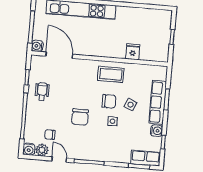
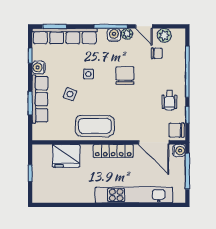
locker: (96, 51) -> (113, 151), added
fridge: (133, 52) -> (66, 156), width x1.88, depth x1.34
coffee table: (111, 74) -> (95, 126), width x1.36, depth x1.32
chair: (109, 101) -> (177, 130), moved
water cooler: (29, 149) -> (114, 35), moved
plant: (75, 154) -> (127, 34), added
row of seats: (146, 158) -> (65, 36), width x2.02

